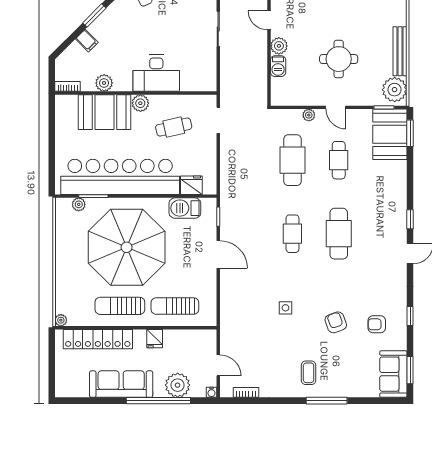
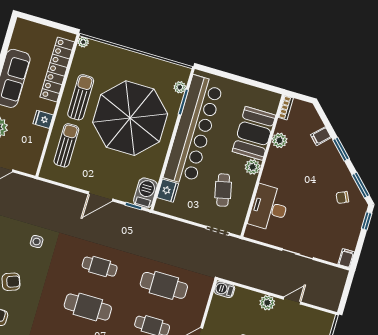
barbecue: (278, 66) -> (224, 289), moved
desk: (156, 73) -> (269, 208), moved
plant: (309, 115) -> (199, 311), removed
barbecue: (185, 208) -> (145, 193), moved

